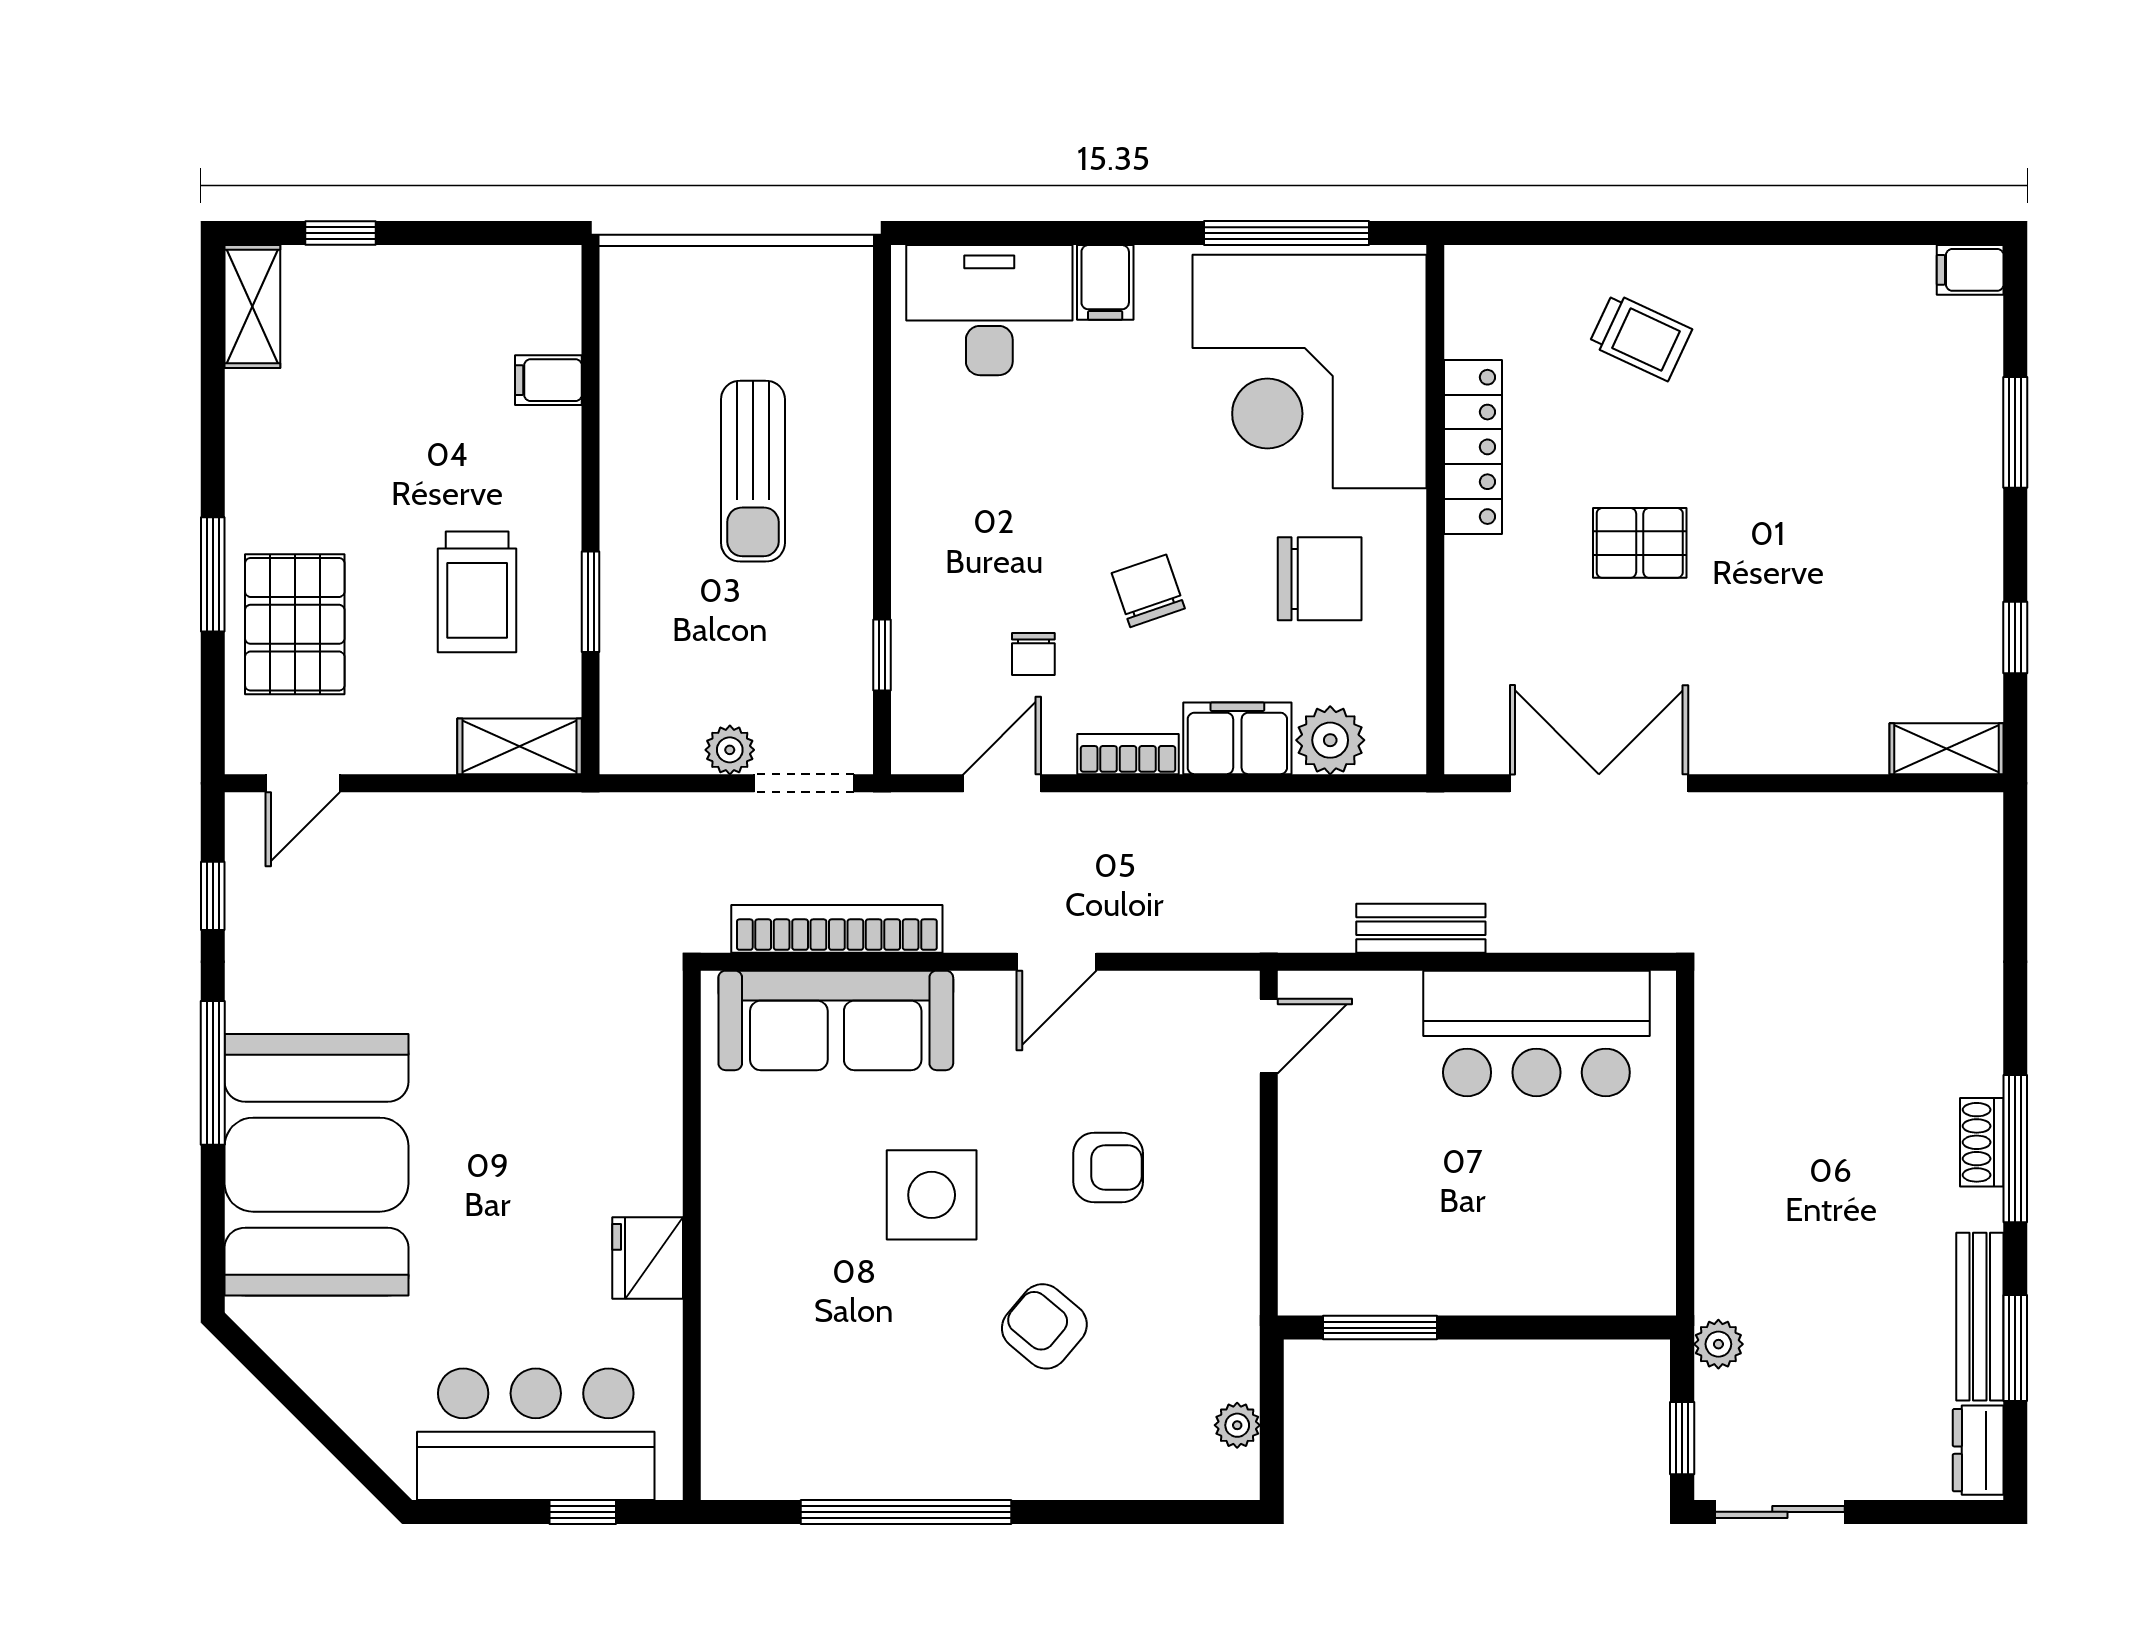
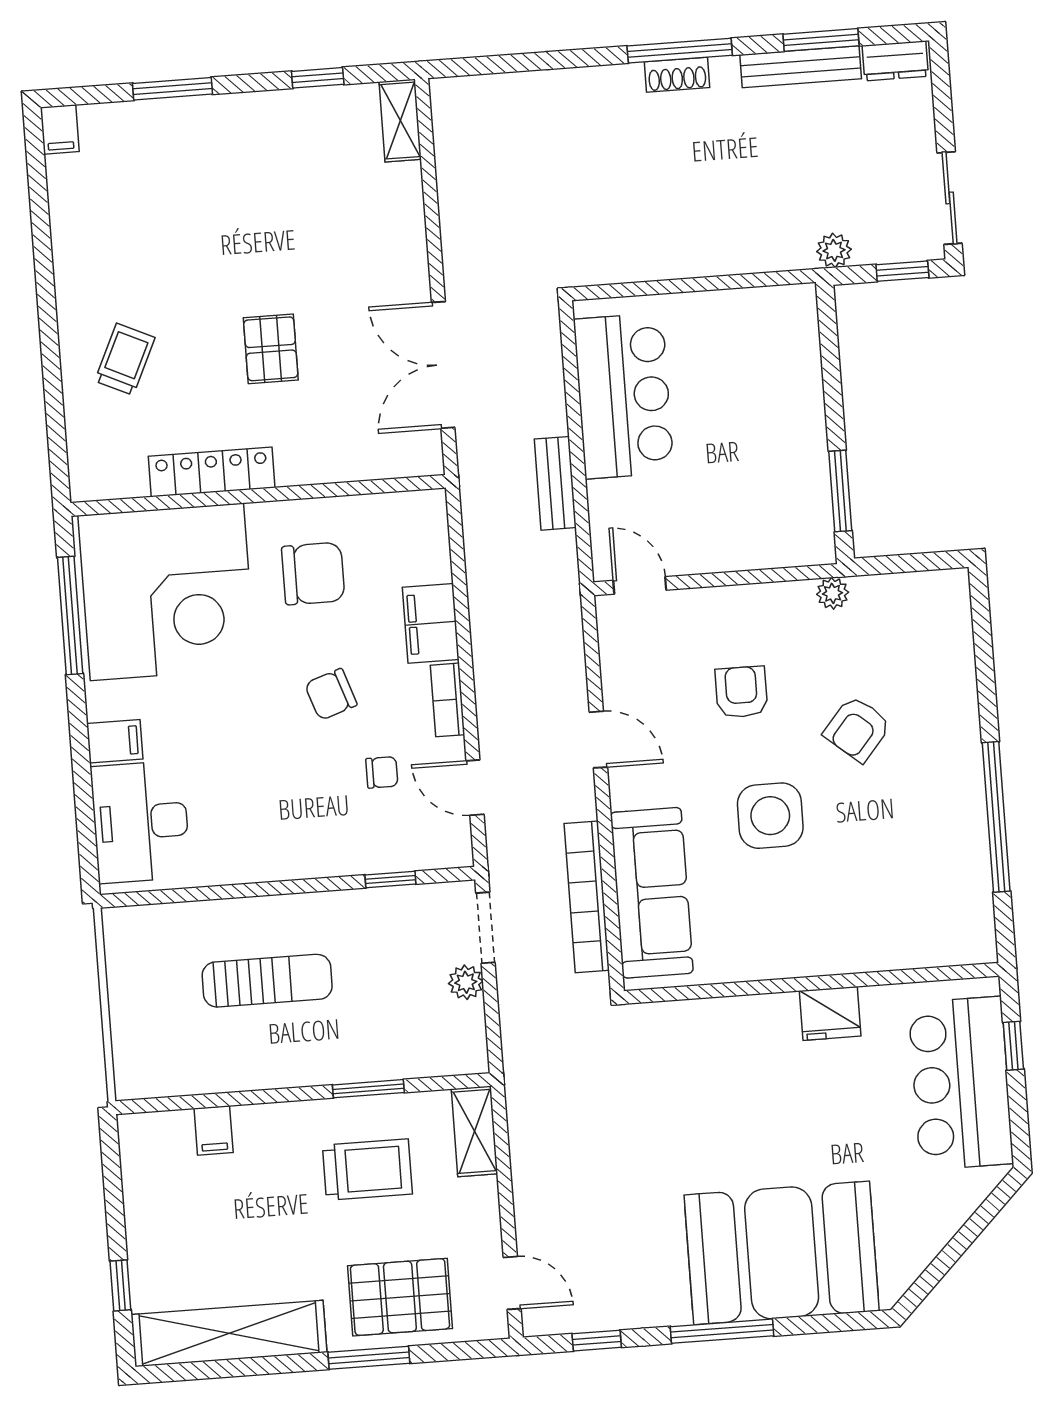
shelving: (252, 306) -> (229, 1333), width x2.20, depth x1.33
chair: (1320, 579) -> (313, 574), turned 90
plant: (1330, 740) -> (427, 558), removed
plant: (1237, 1425) -> (833, 593), moved

